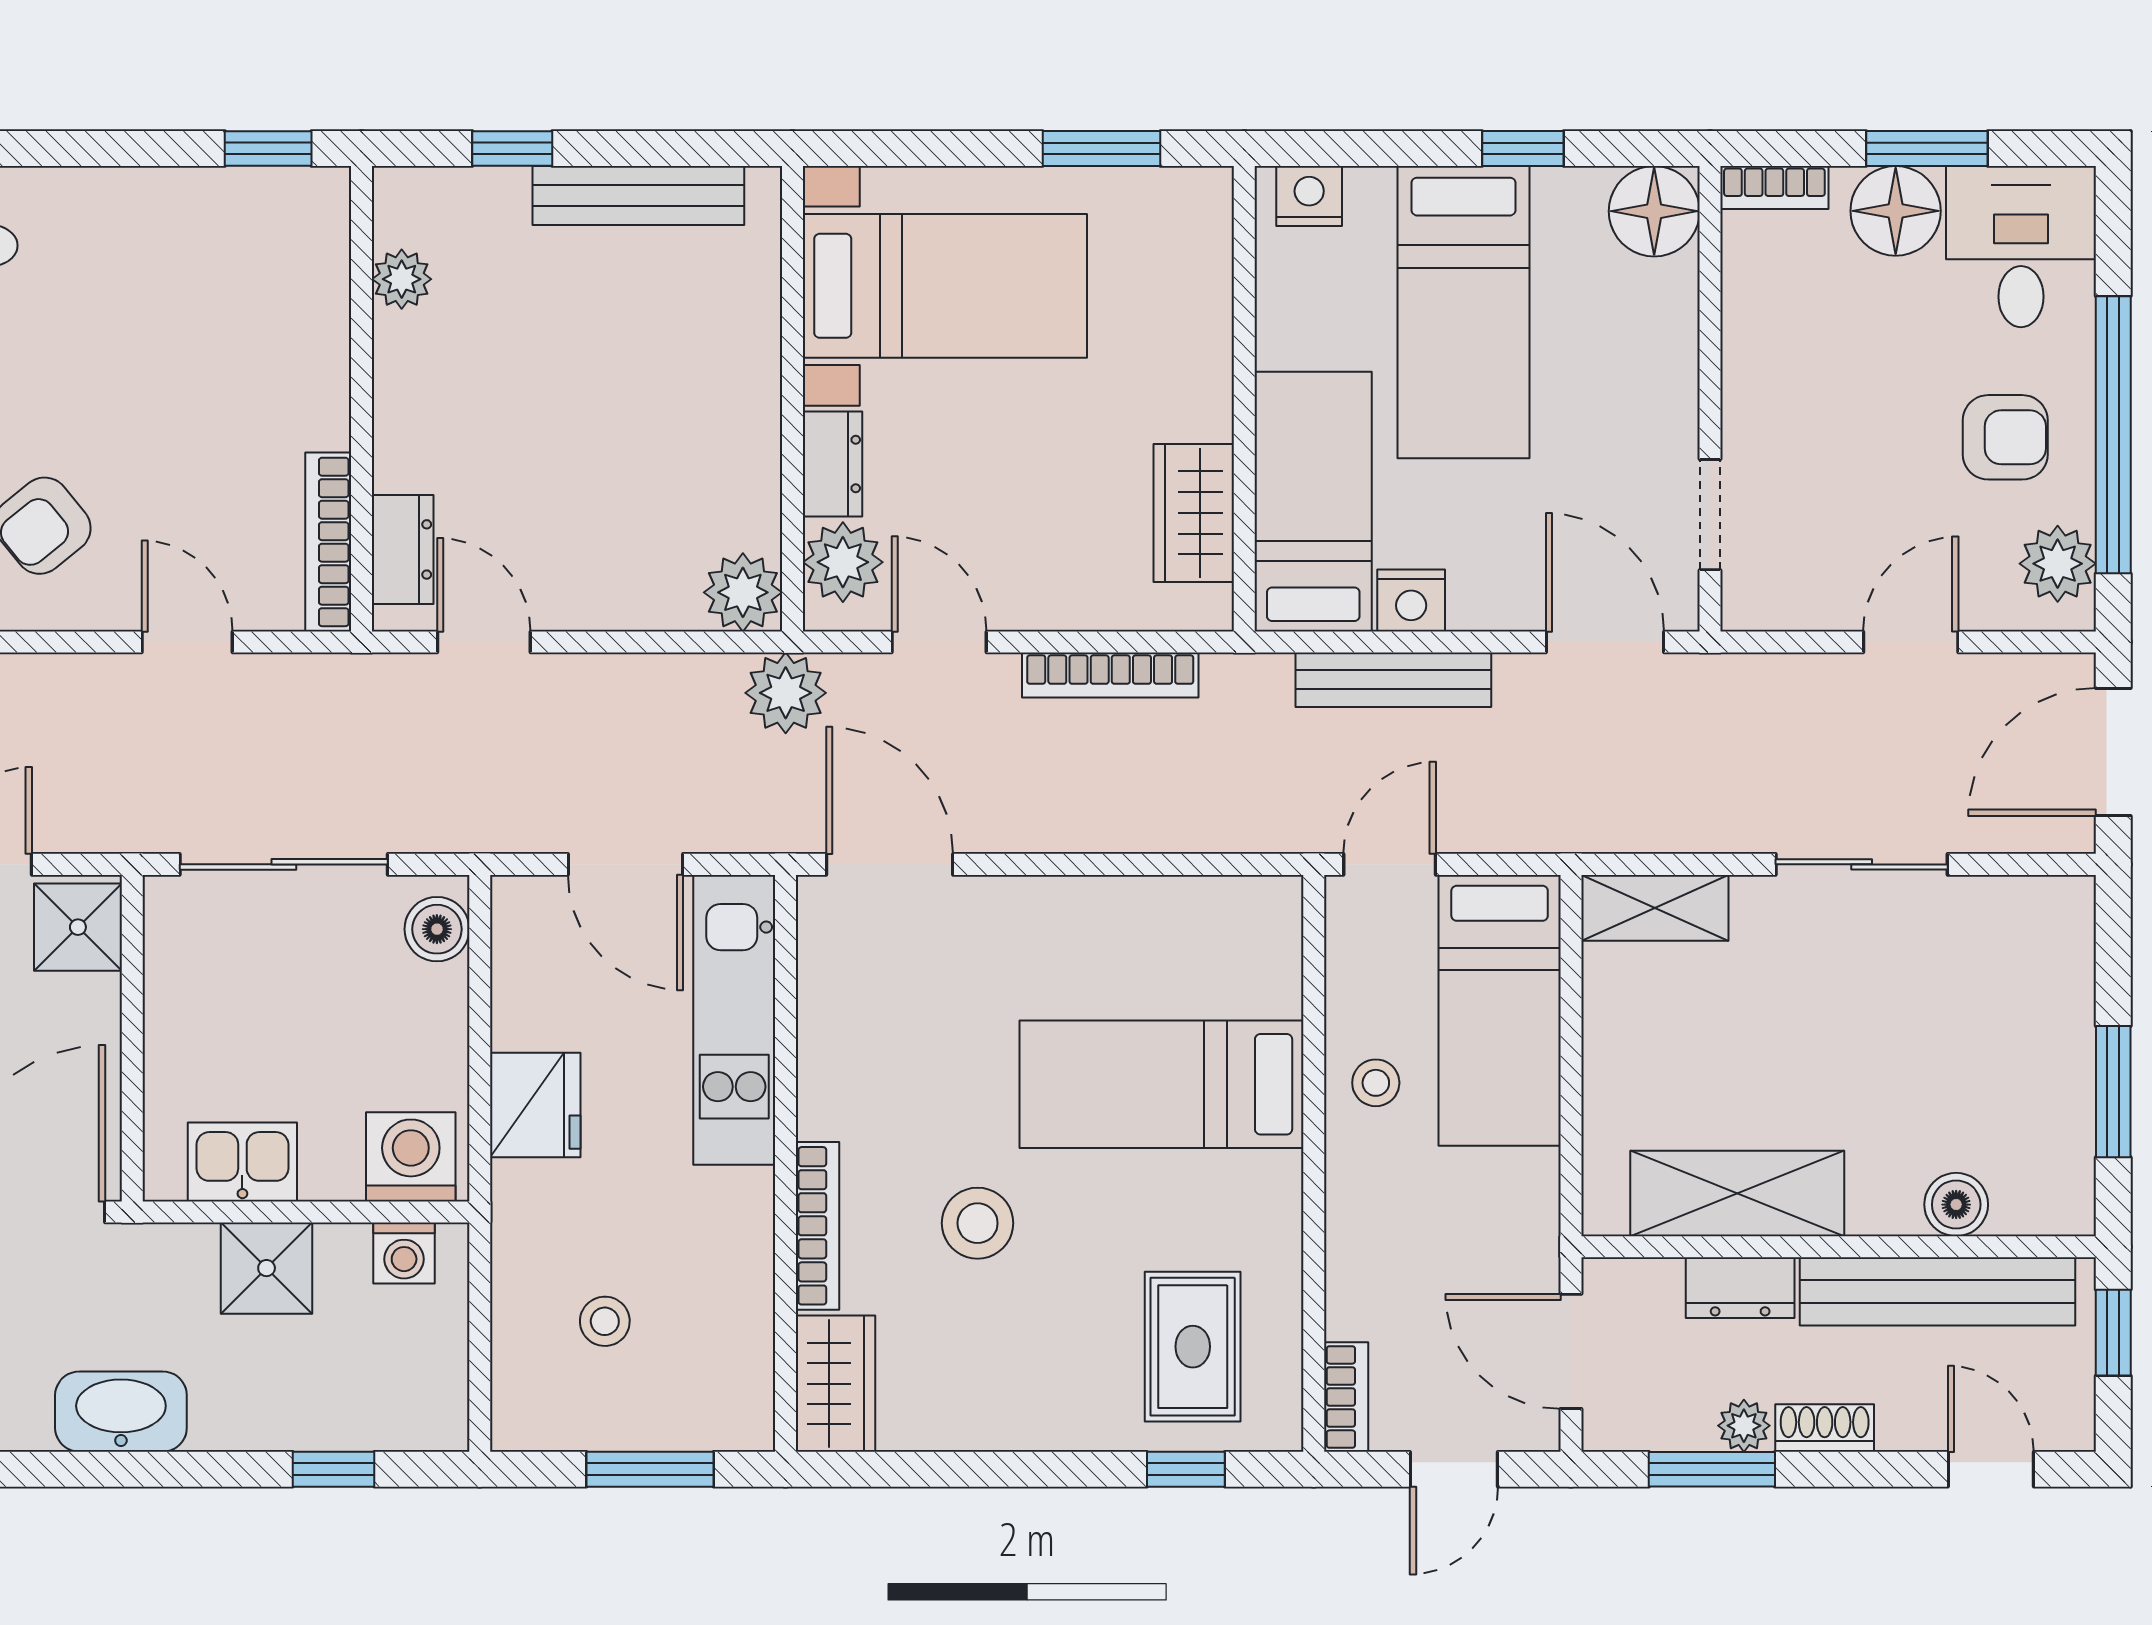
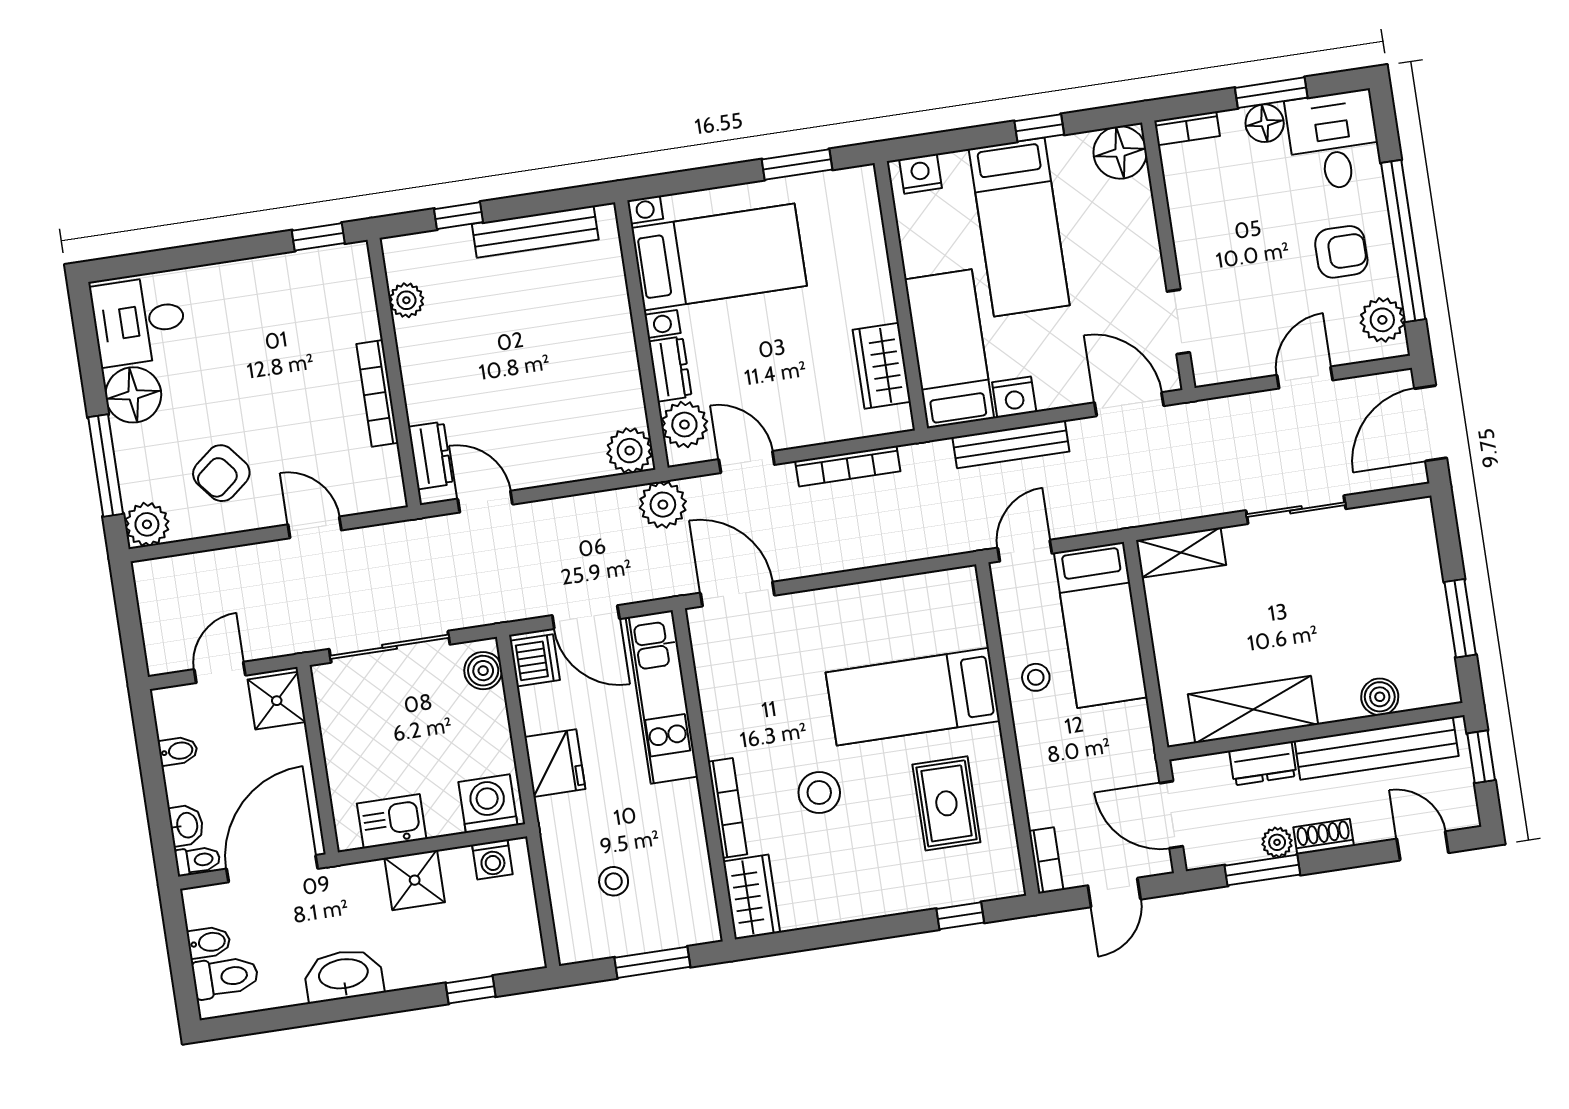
floor lamp: (1896, 211) -> (1265, 123), width x0.73, depth x0.73
bookcase: (328, 542) -> (377, 393), moved
dishwasher: (528, 925) -> (535, 660), added
rug: (1193, 1347) -> (946, 803), moved

